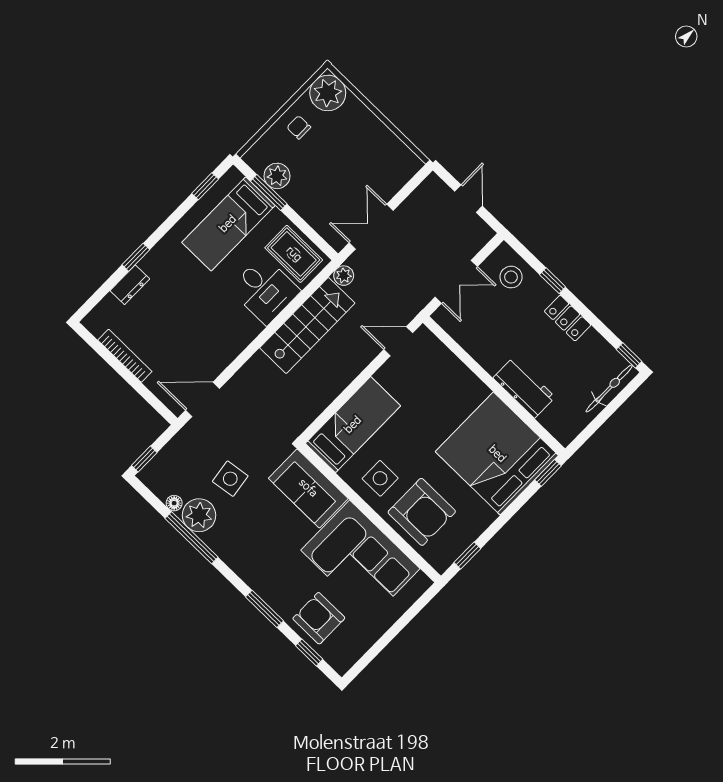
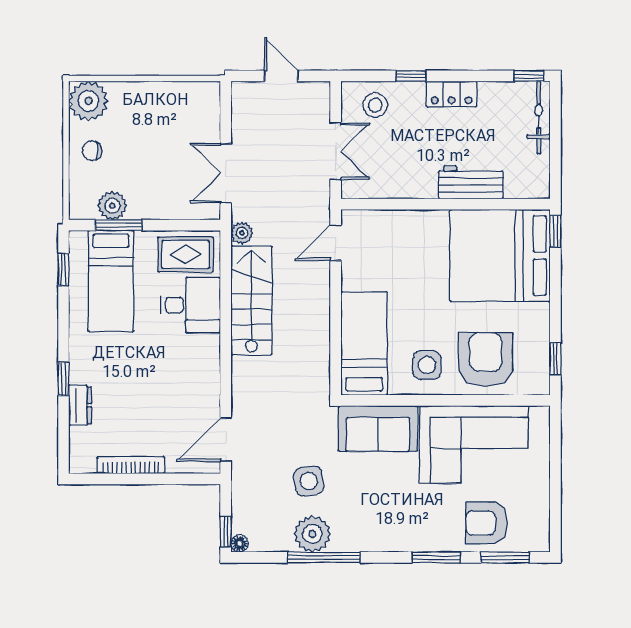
floor lamp: (174, 503) -> (240, 544), moved
armchair: (422, 512) -> (486, 360), turned -90
window: (309, 652) -> (505, 557), width x1.50

